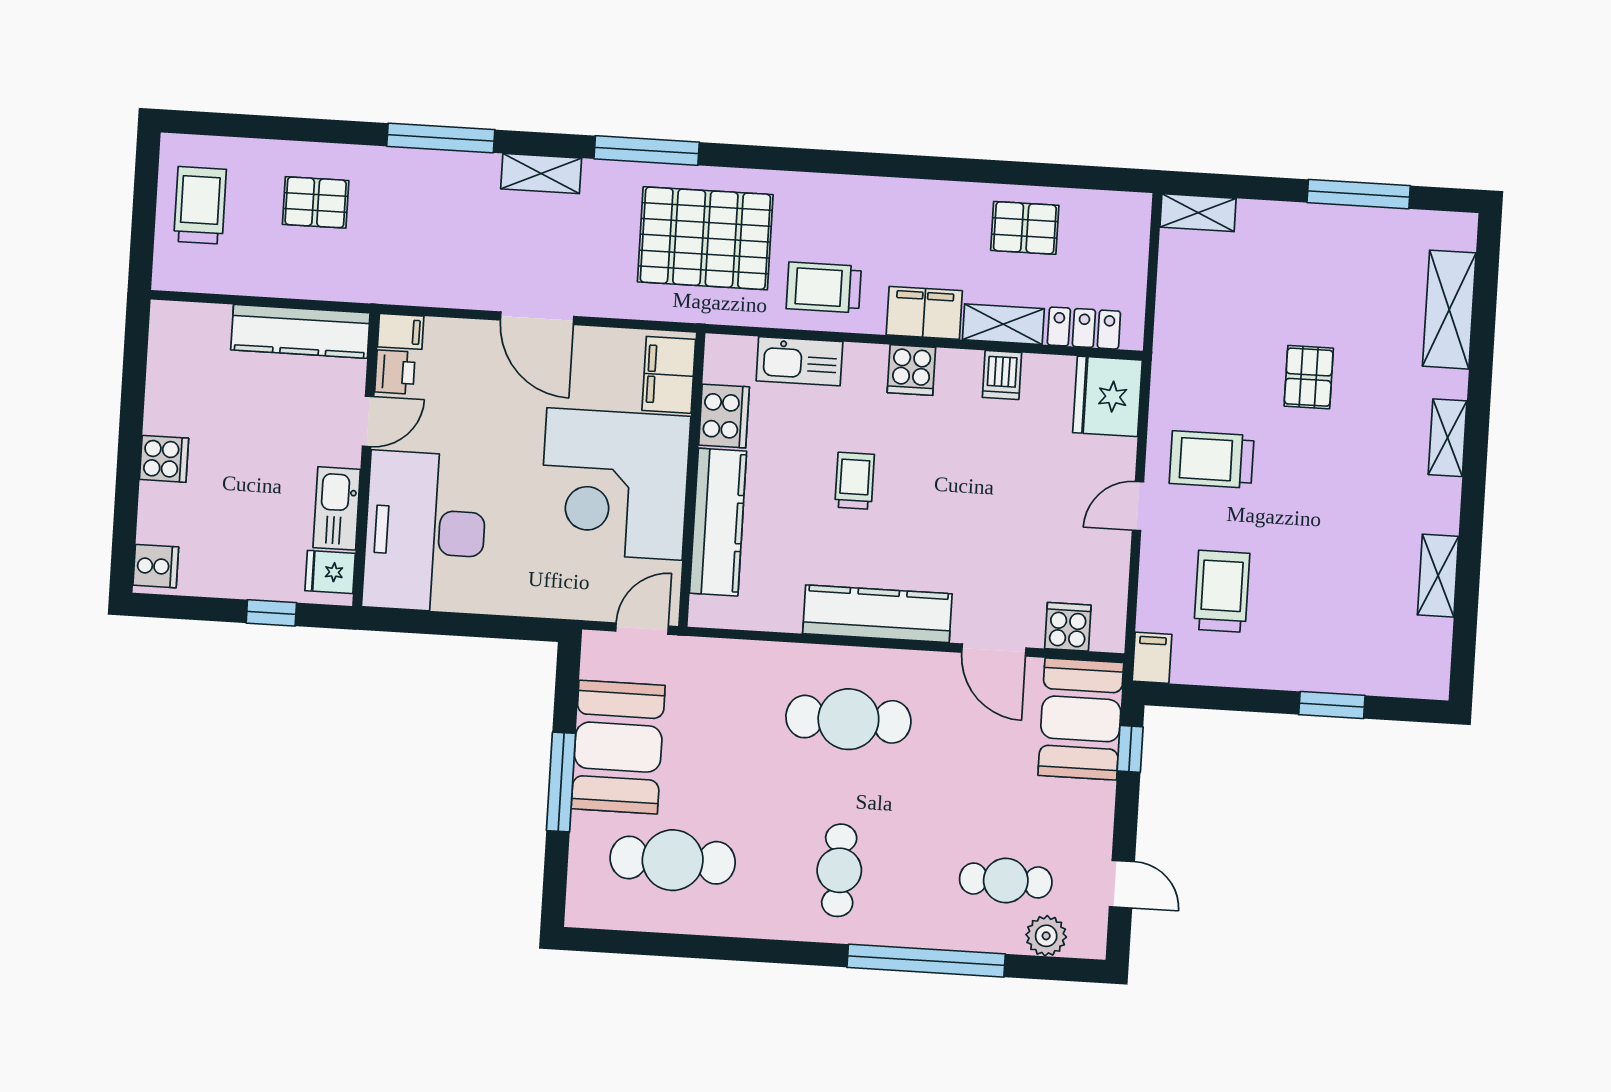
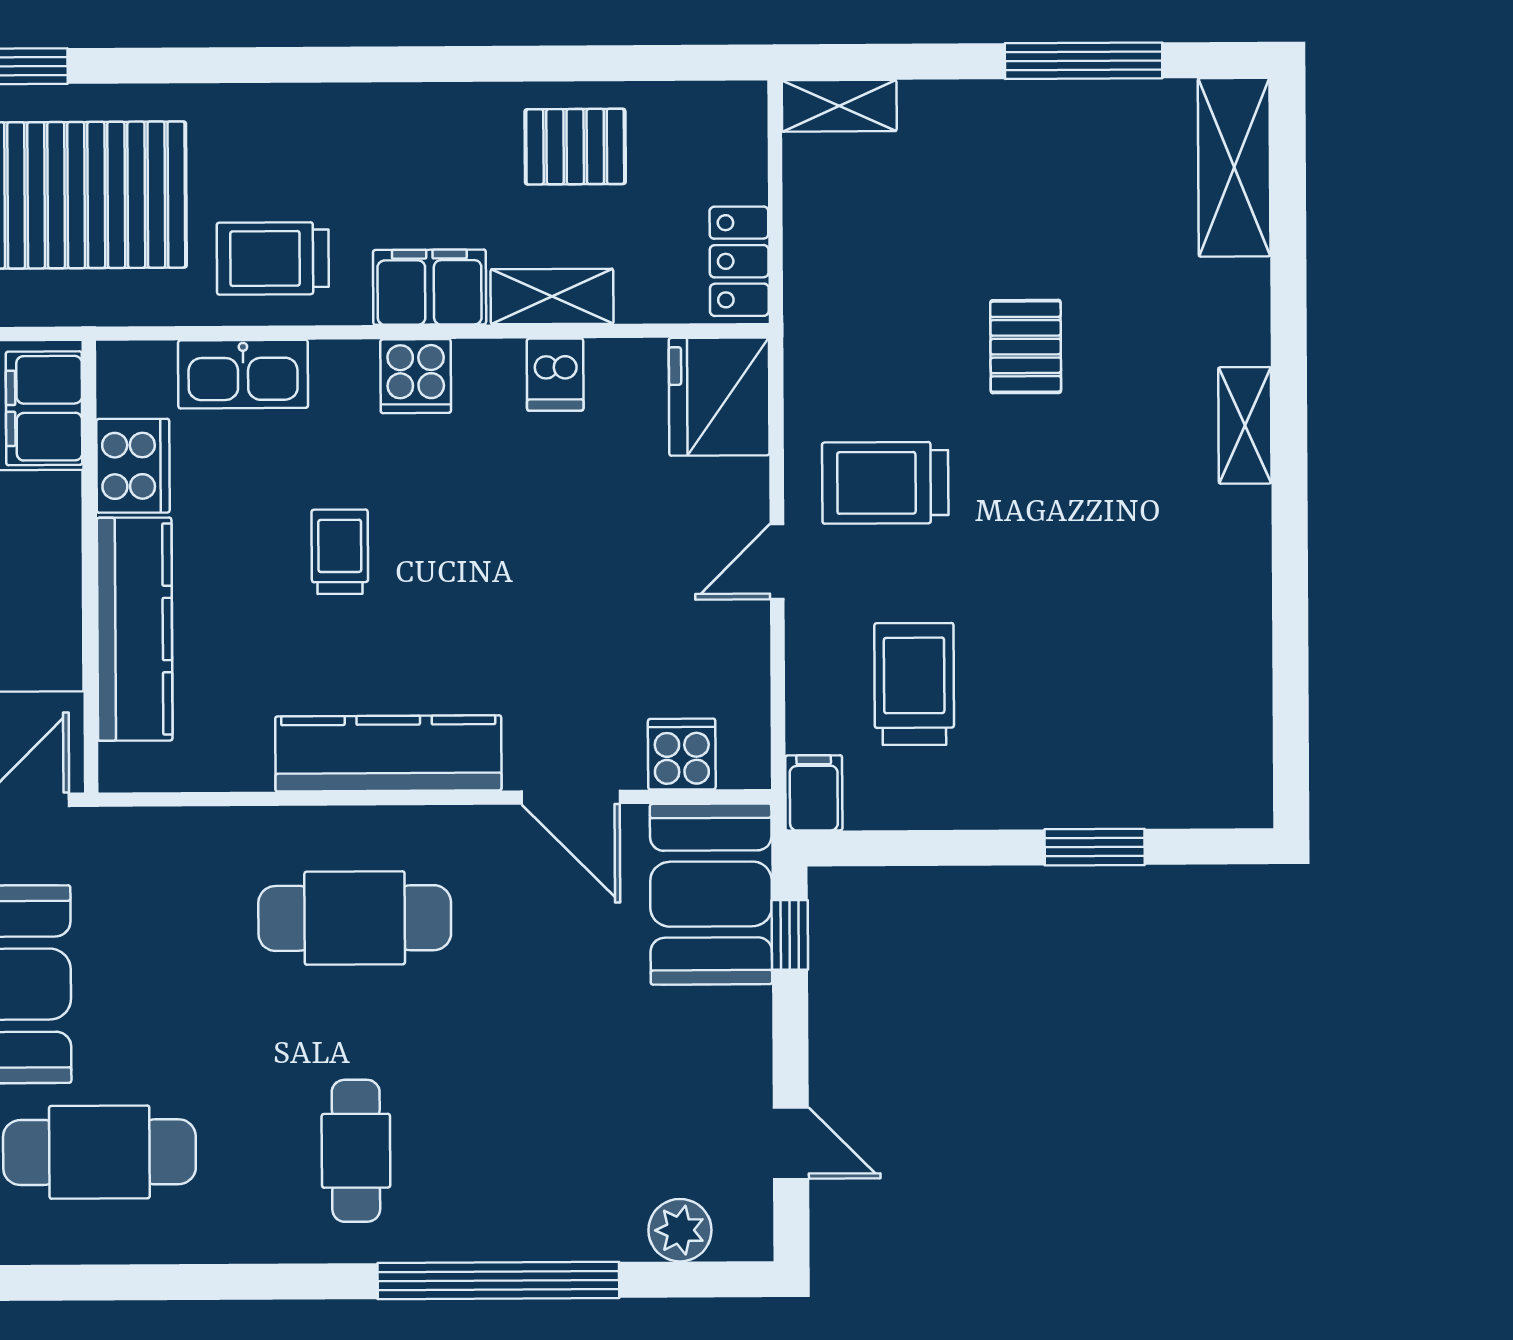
shelving: (1449, 310) -> (1234, 167), moved
locker: (1084, 328) -> (739, 261), moved, turned -90
shelving: (1438, 576) -> (1244, 638), removed
cafe table: (1006, 881) -> (612, 1149), removed

